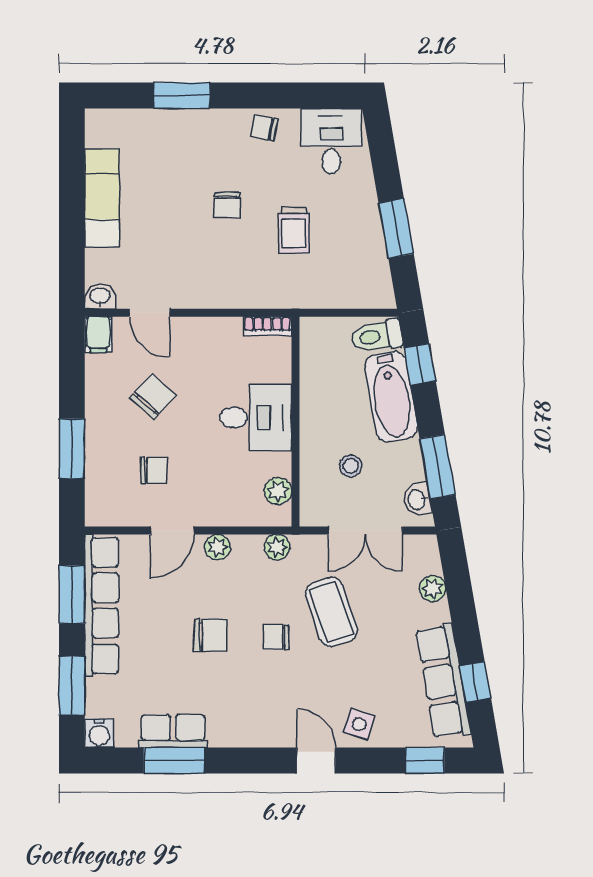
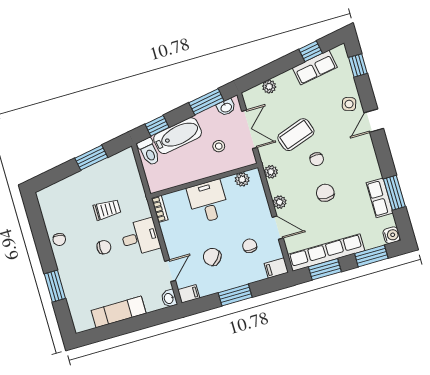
desk: (331, 141) -> (140, 237), moved, turned 180
window: (72, 449) -> (235, 295), moved
filing cabinet: (100, 507) -> (276, 268), added
row of seats: (443, 681) -> (315, 68), width x0.68

